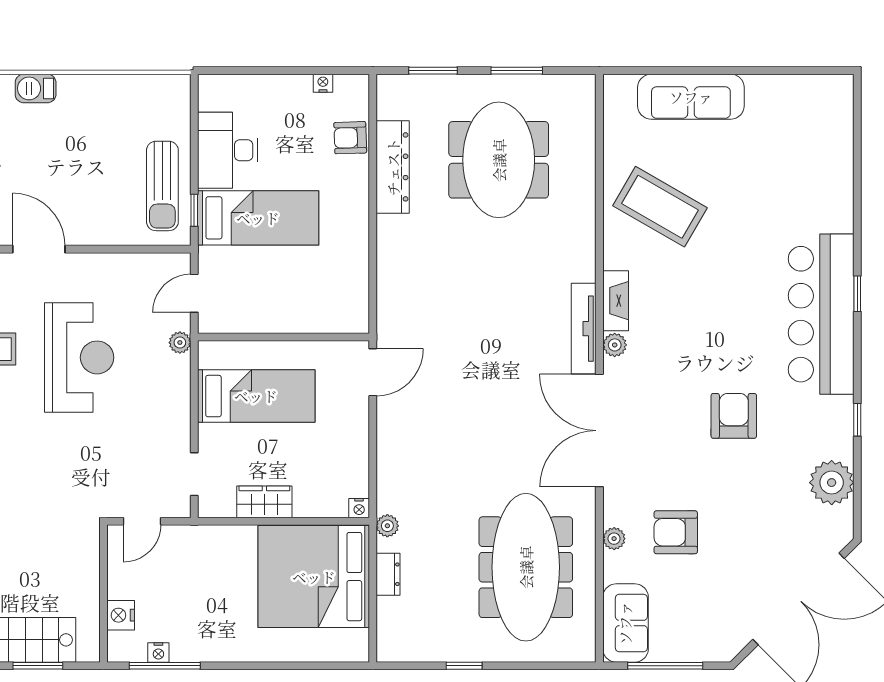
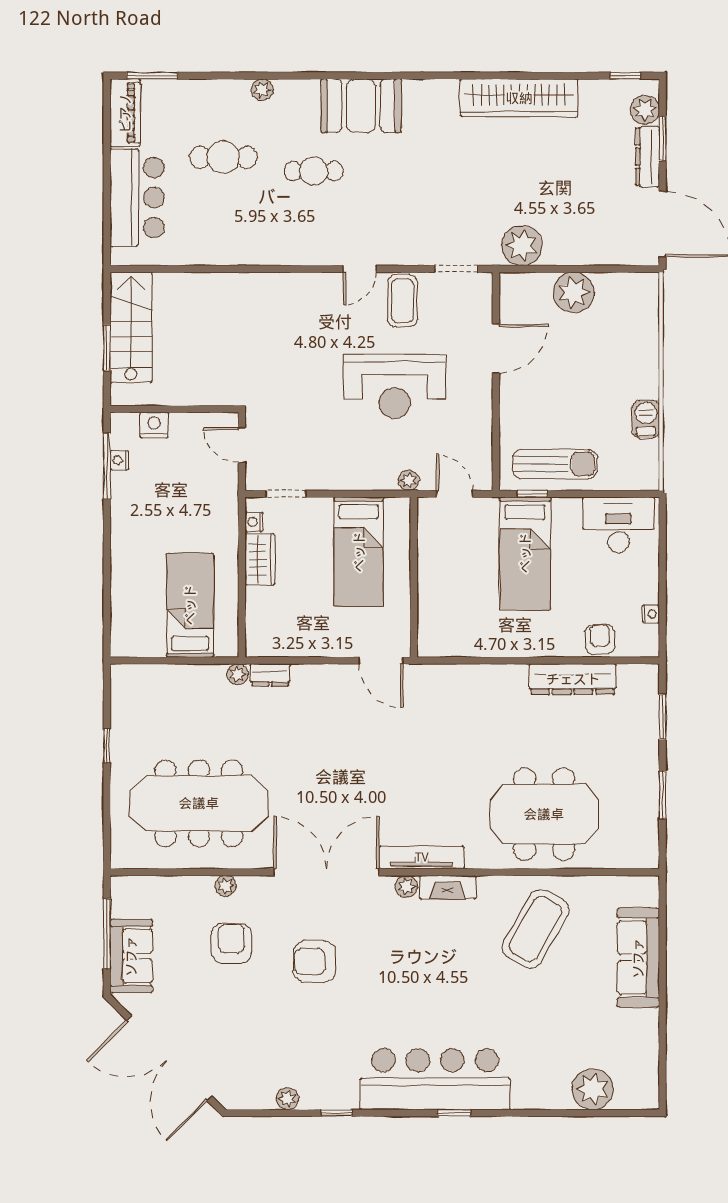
barbecue: (36, 88) -> (646, 419), moved
plant: (832, 145) -> (593, 1089), added
desk: (227, 150) -> (618, 525), moved
meeting table: (499, 160) -> (544, 814), moved
sun lounger: (162, 186) -> (555, 464), turned 180
armchair: (734, 416) -> (315, 961), moved, turned 180
plant: (832, 483) -> (288, 1099), width x0.53, depth x0.53
nightstand: (359, 508) -> (254, 522), moved
dresser: (388, 574) -> (270, 675), moved
bed: (314, 577) -> (190, 605), width x0.49
sofa: (625, 623) -> (131, 956), moved, turned -90

